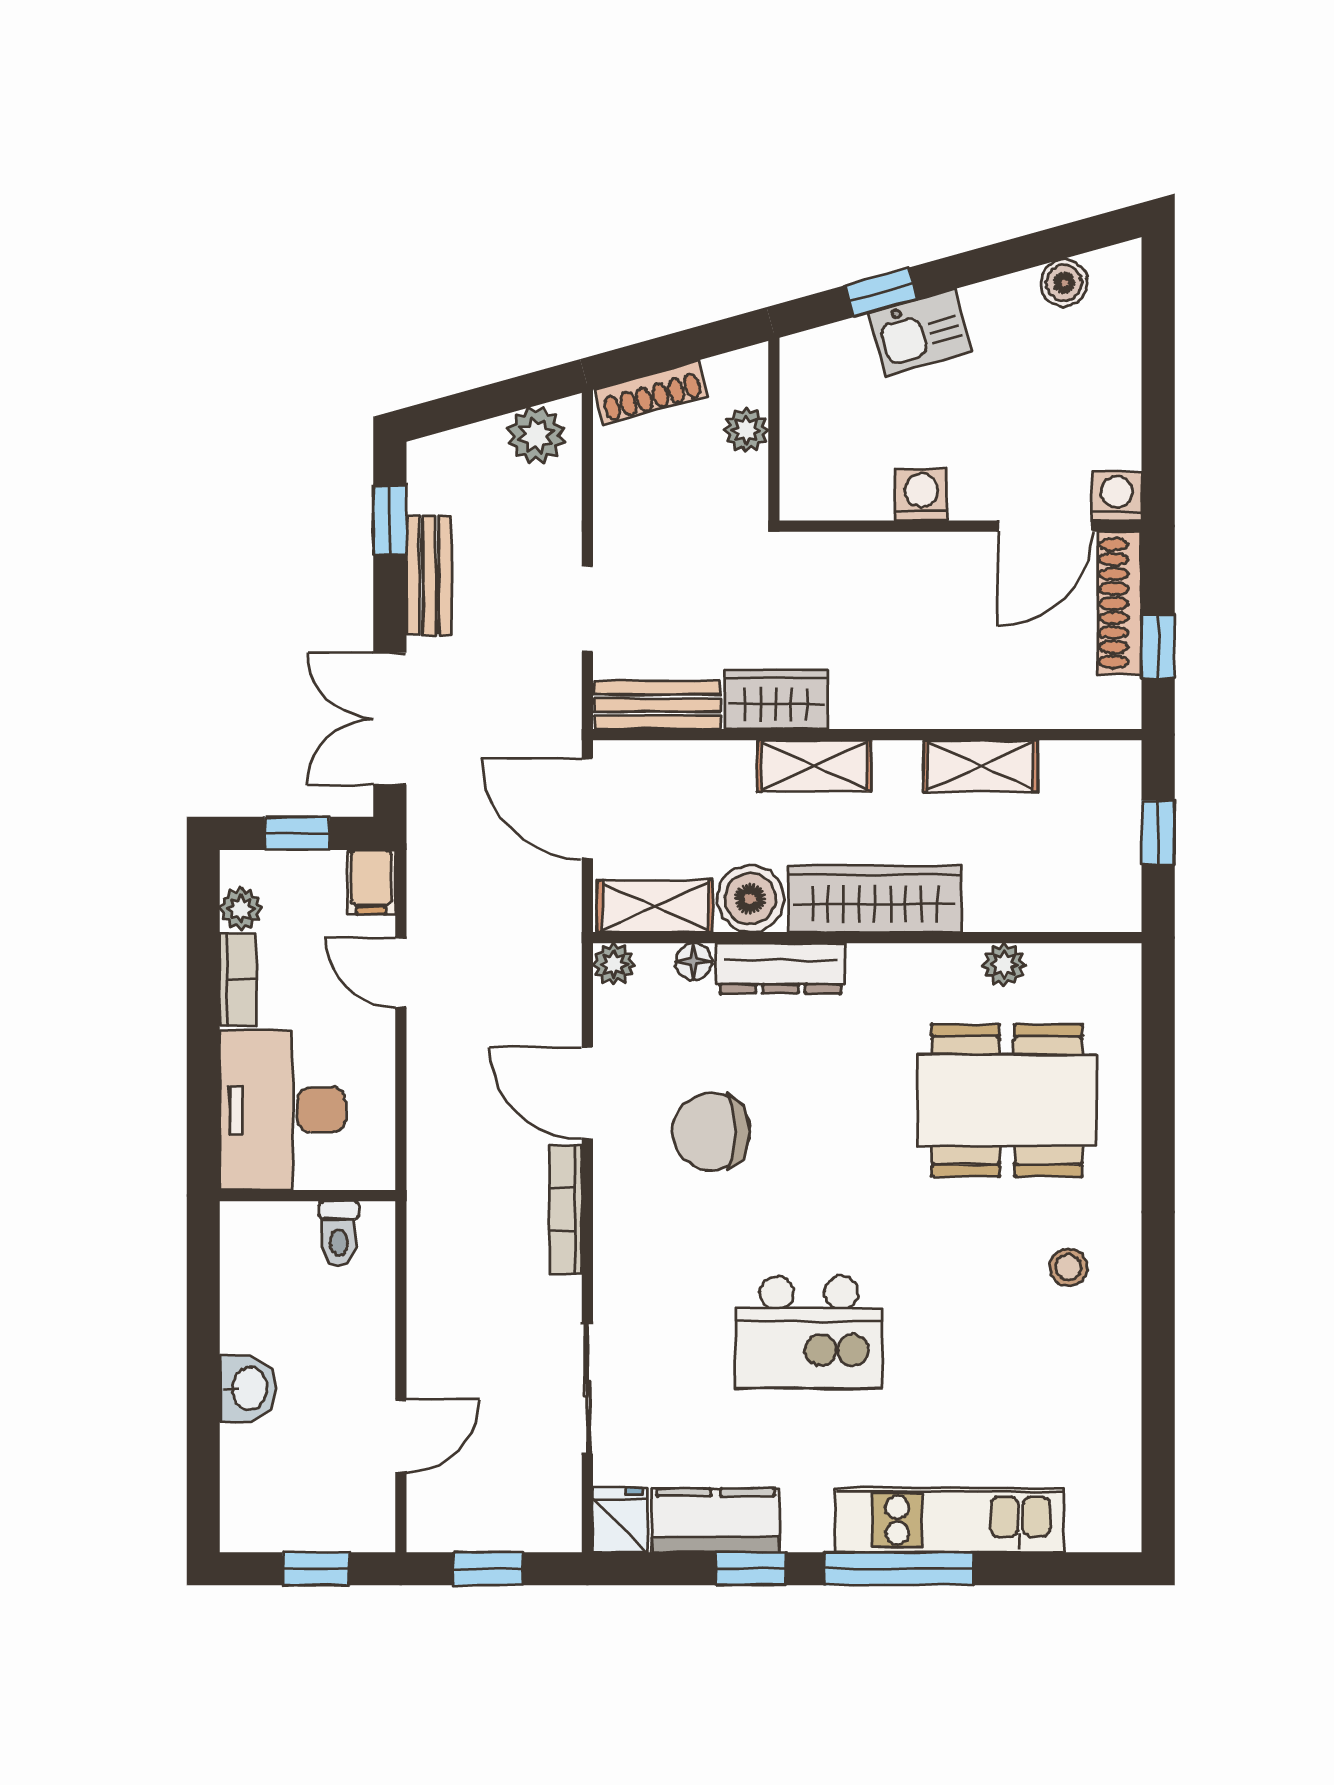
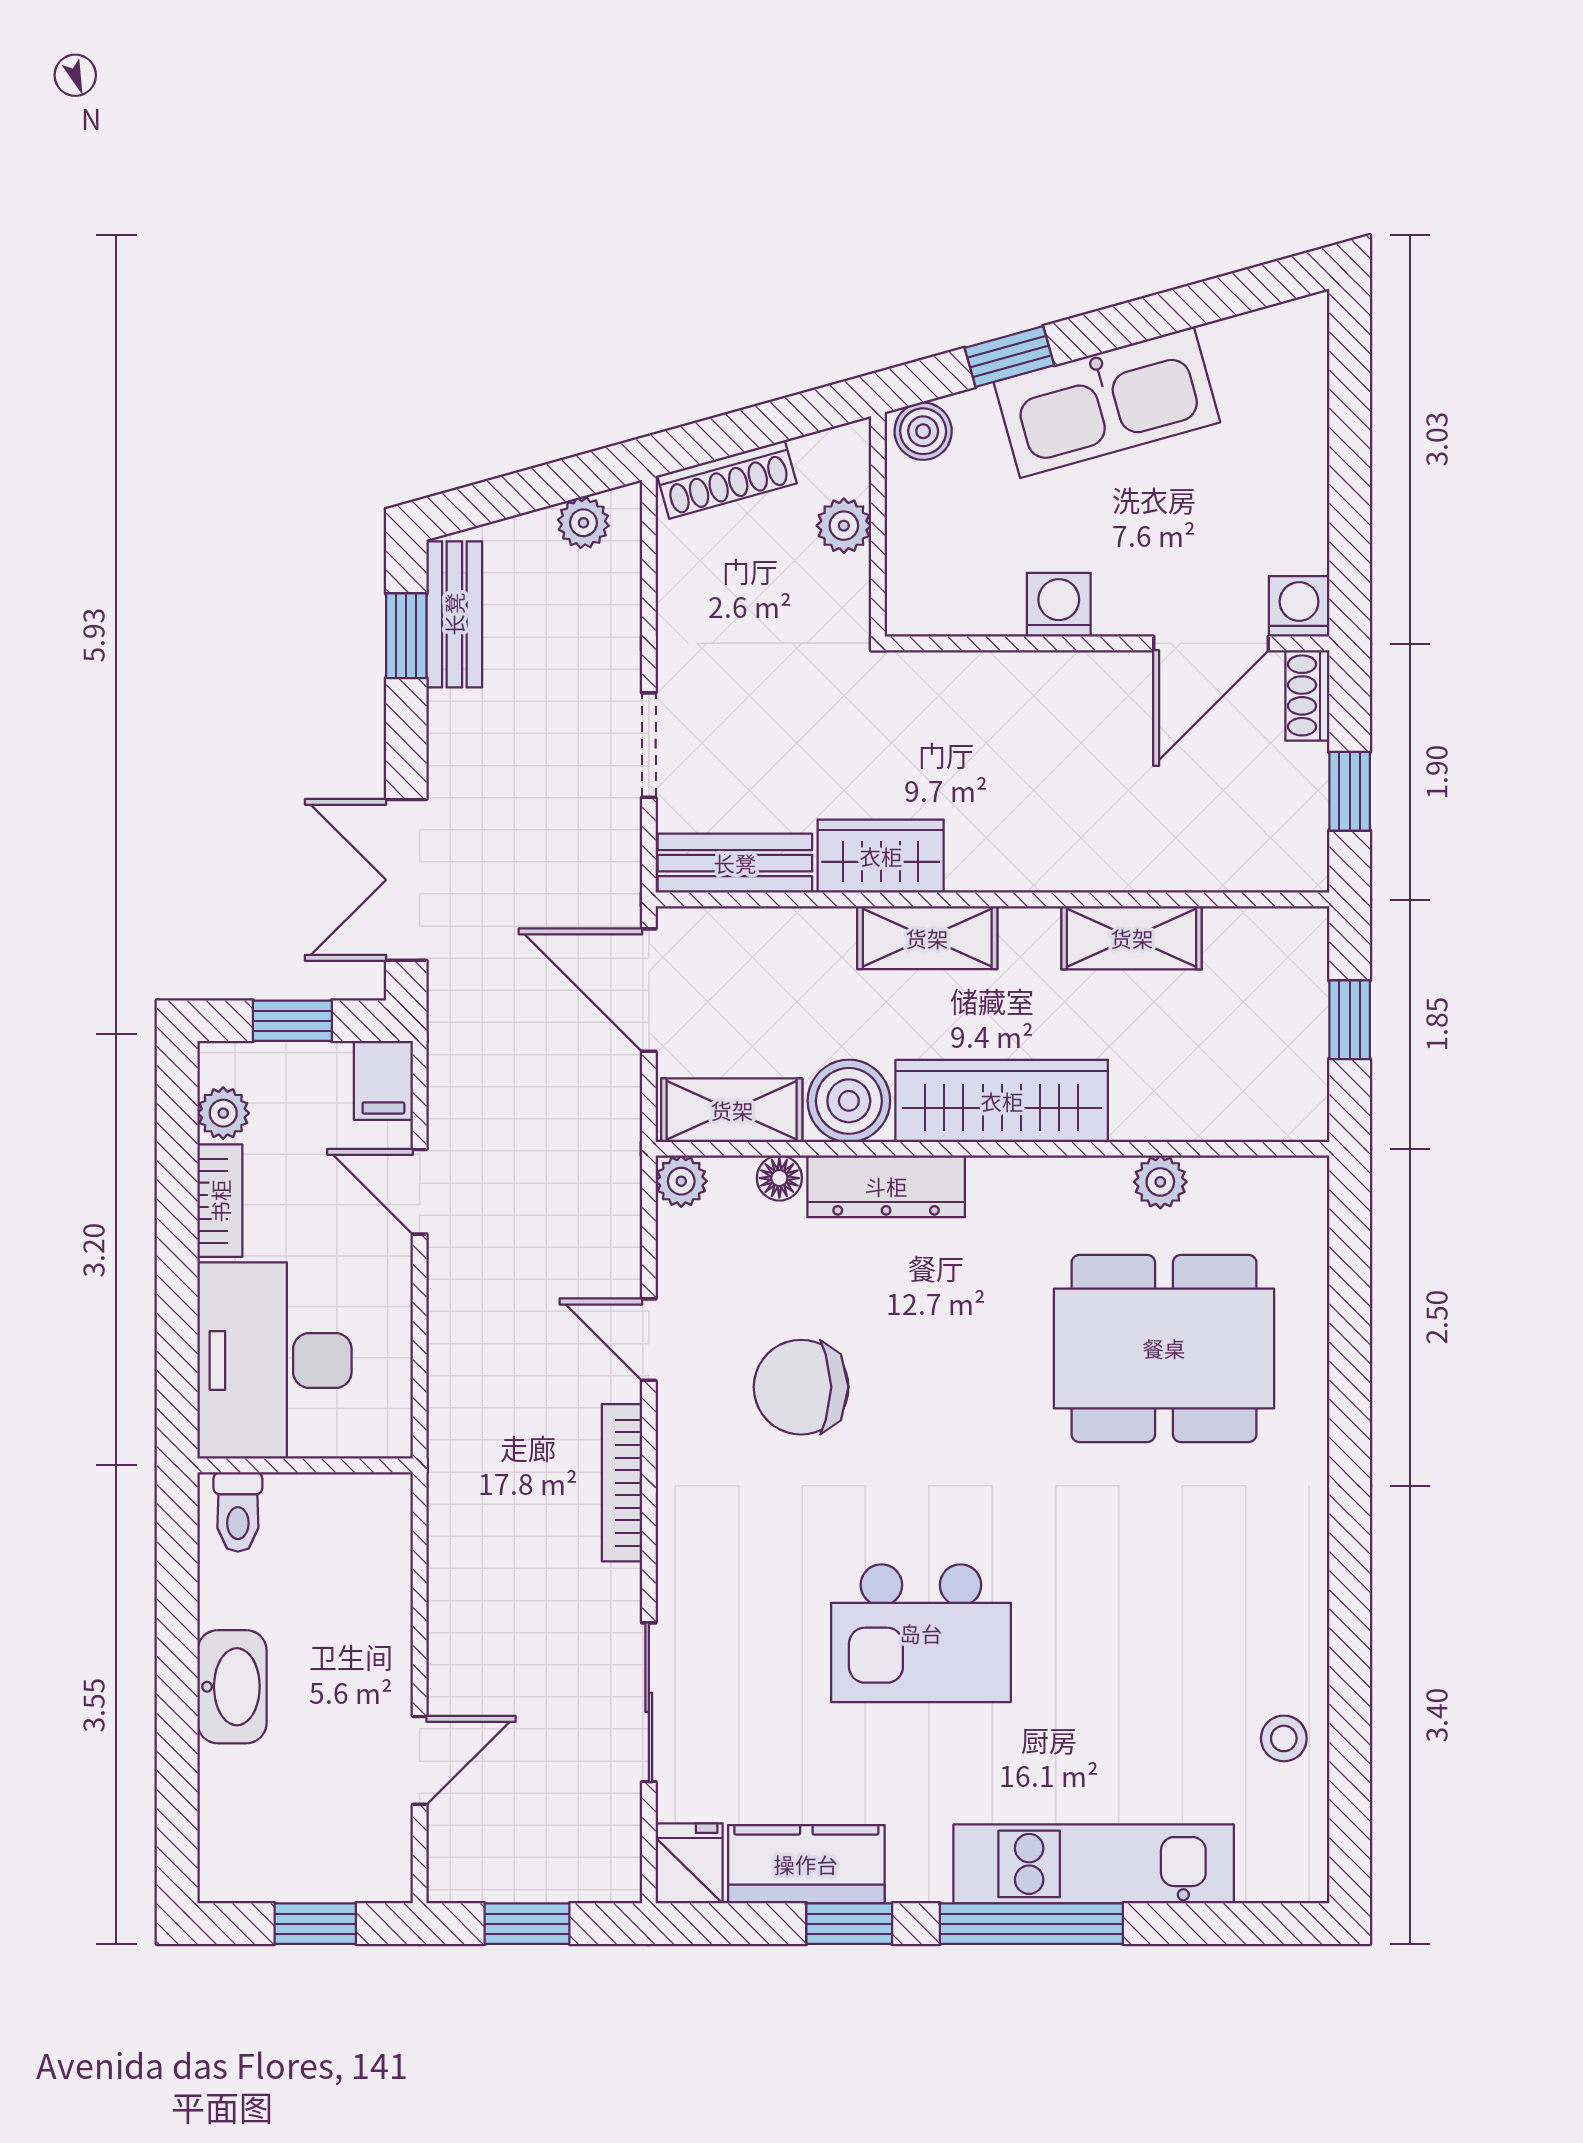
boiler: (1064, 283) -> (923, 431), moved
kitchen sink: (920, 333) -> (1107, 402), width x1.88, depth x1.24
plant: (536, 435) -> (583, 523), width x0.73, depth x0.73
bench: (429, 575) -> (454, 614), moved
shoe rack: (1119, 603) -> (1307, 695), width x0.51, depth x0.81
door: (587, 1093) -> (649, 1340), width x0.73
toilet: (339, 1233) -> (238, 1512), moved
stool: (1068, 1267) -> (1284, 1738), moved
washbasin: (248, 1389) -> (232, 1687), width x1.38

